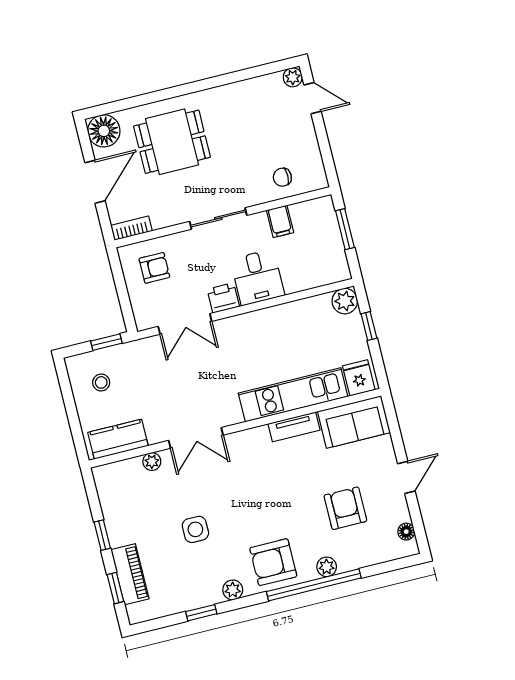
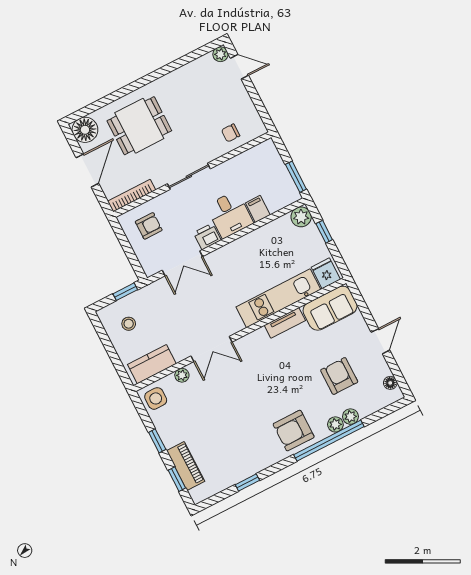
filing cabinet: (280, 221) -> (258, 209), moved, turned 180
bookcase: (131, 228) -> (132, 196), width x1.56
window: (345, 229) -> (296, 177), moved
side table: (195, 529) -> (156, 398), moved
plant: (233, 590) -> (350, 417), moved

